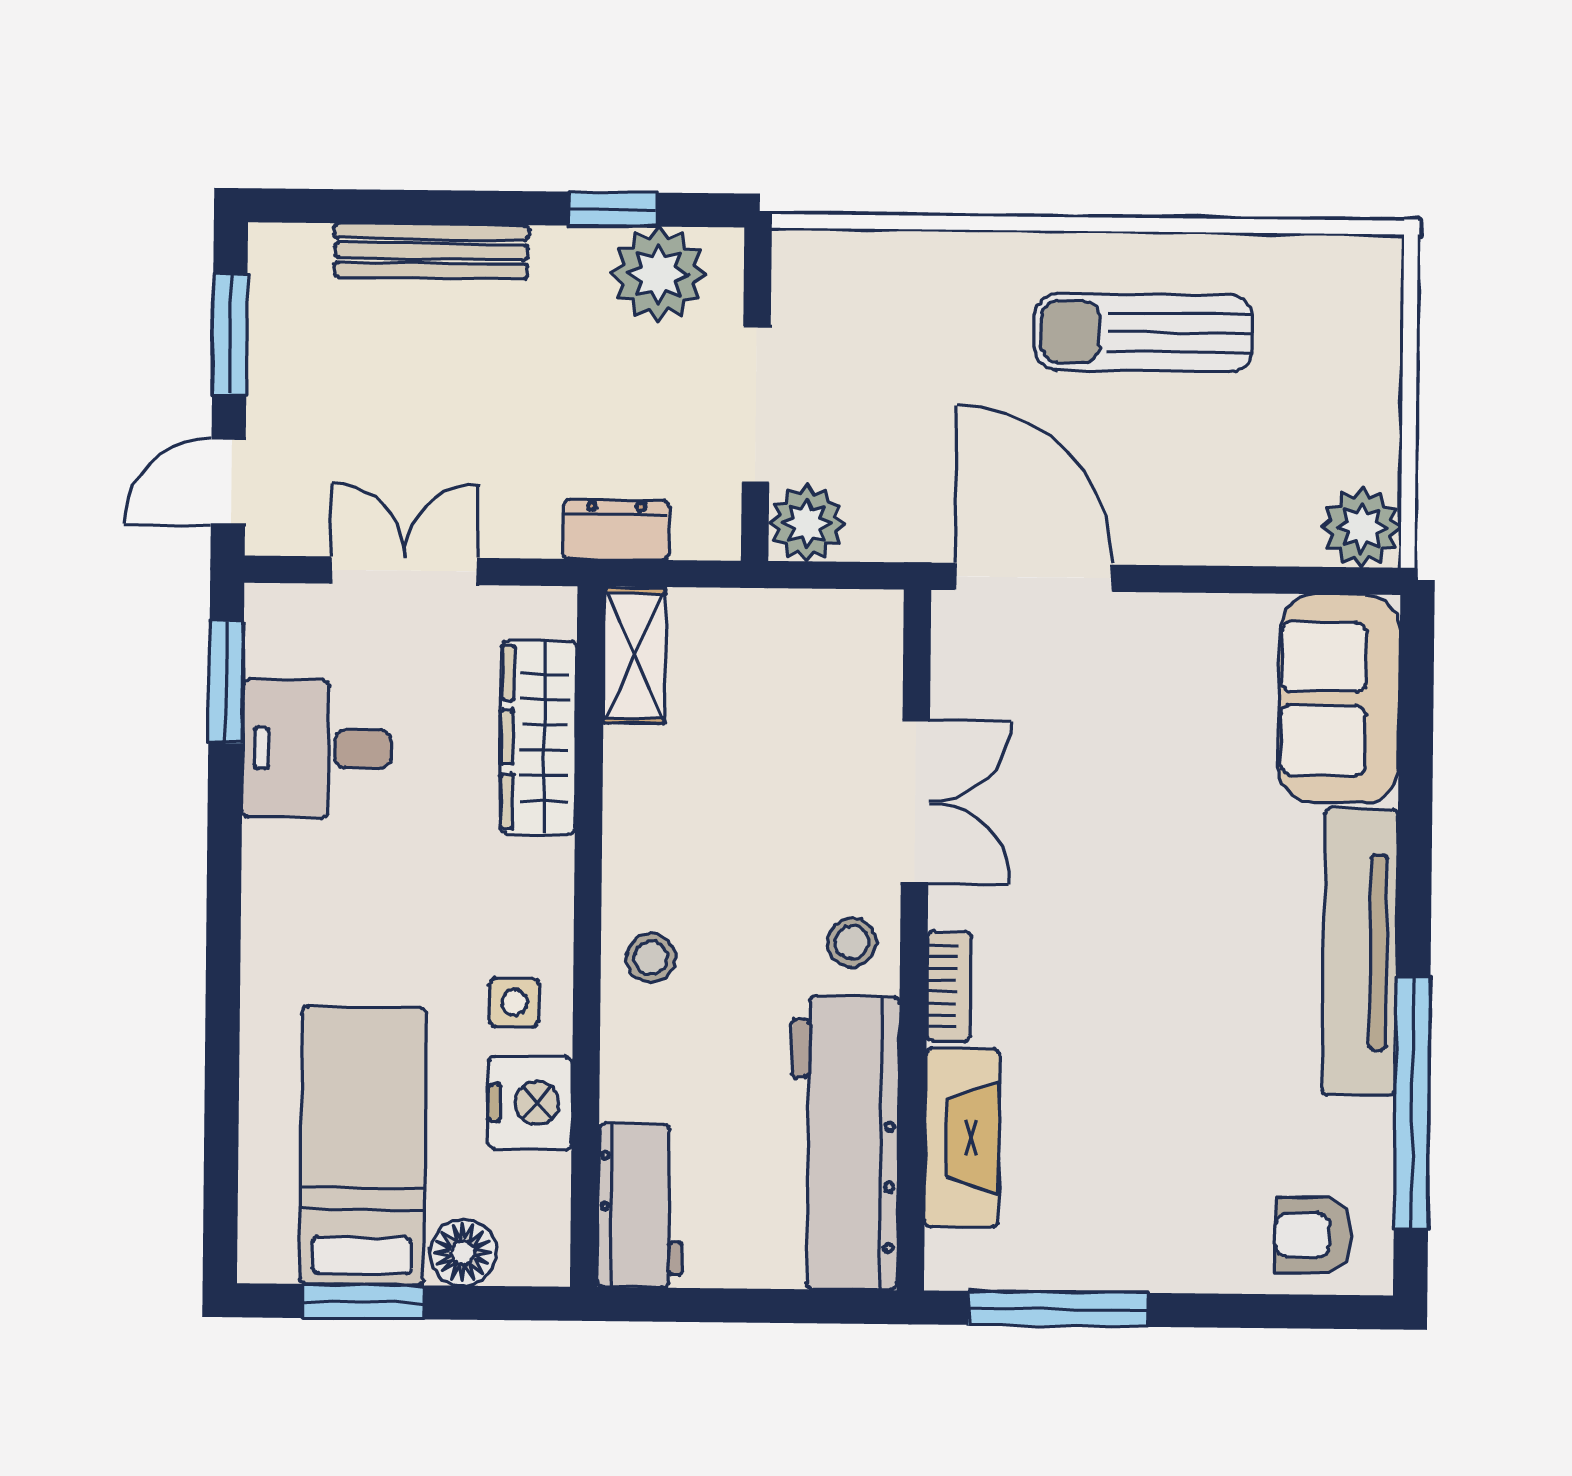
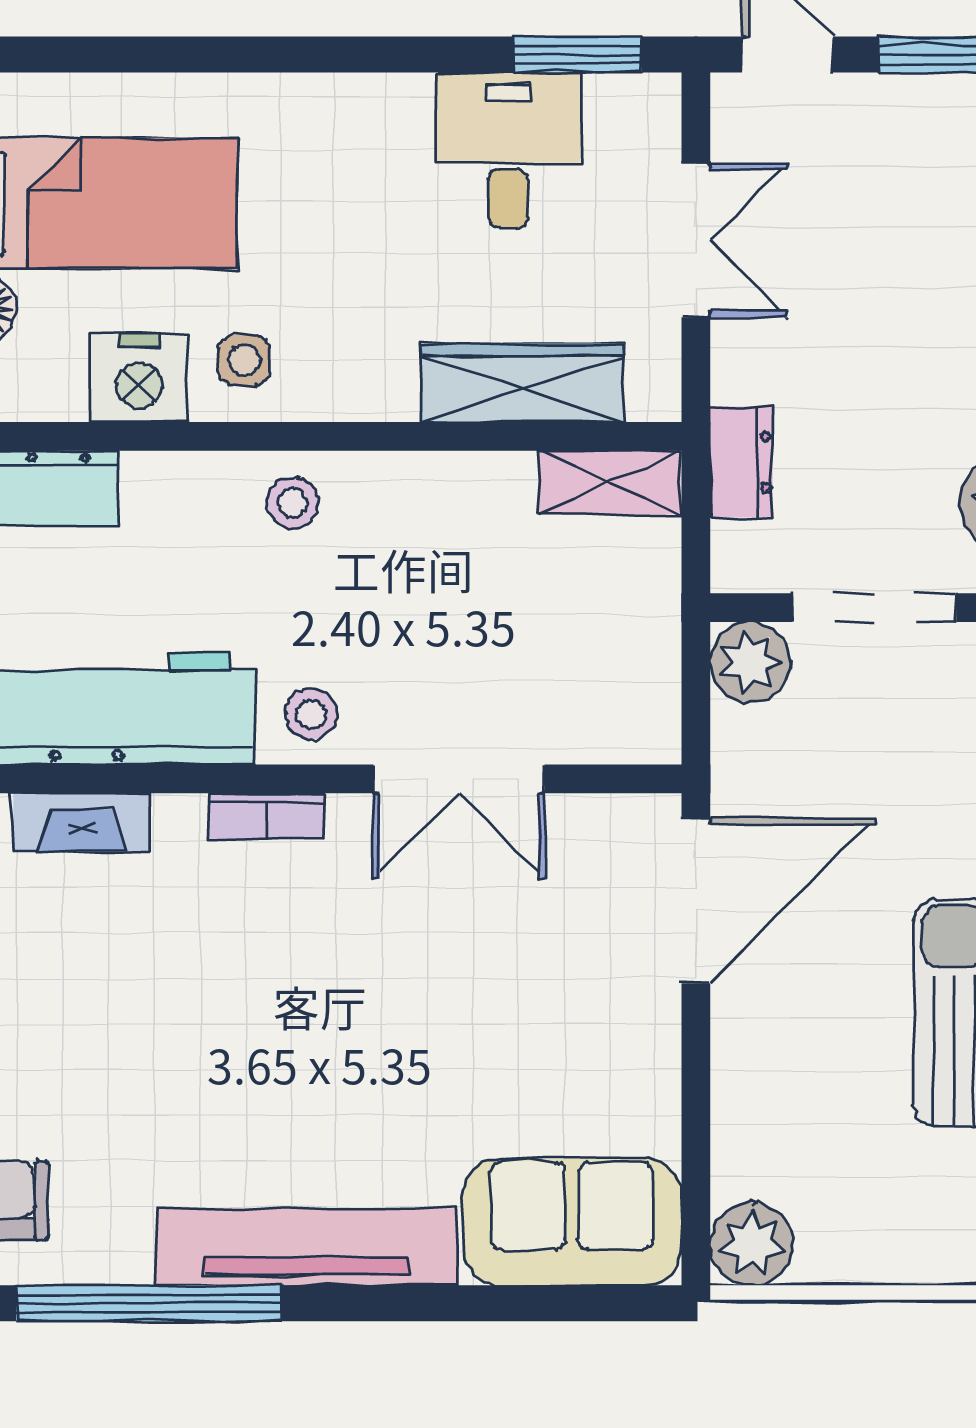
fireplace: (962, 1138) -> (82, 822), width x0.73, depth x0.76

